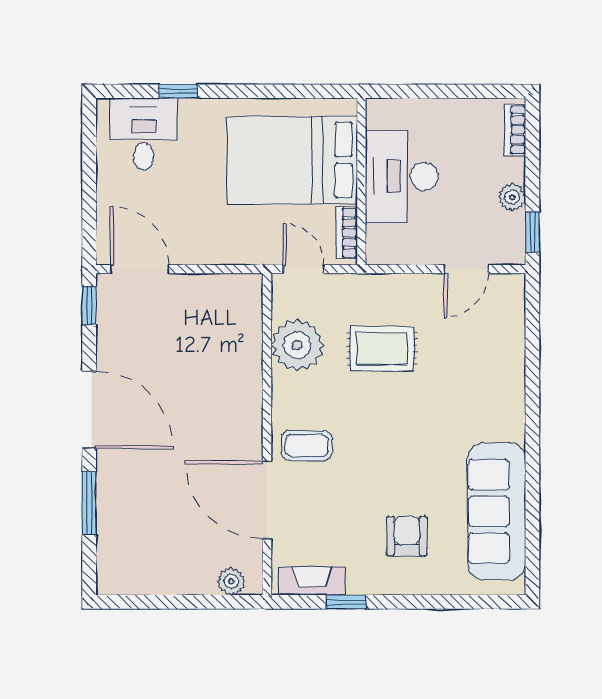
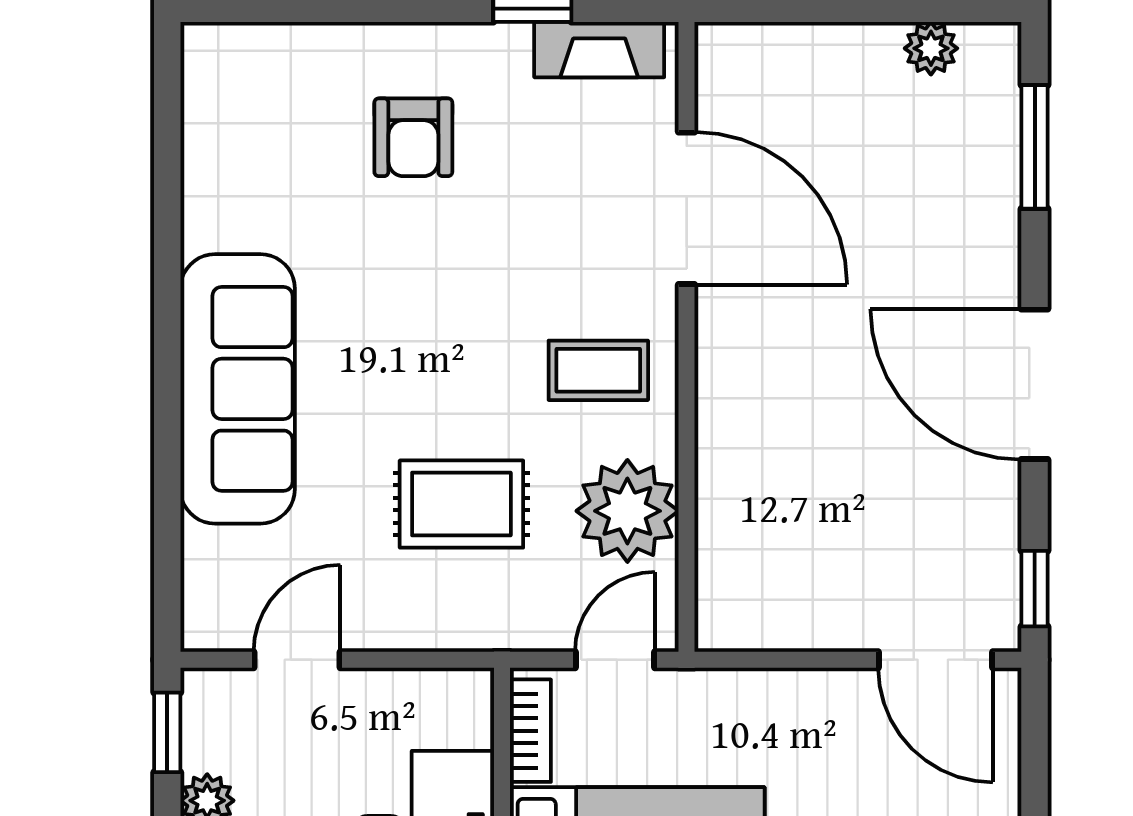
door: (304, 269) -> (615, 660), swing flipped
coffee table: (307, 446) -> (598, 370), moved
window: (89, 503) -> (1035, 147), moved
sofa: (496, 511) -> (238, 389), moved
plant: (231, 582) -> (931, 48), moved

